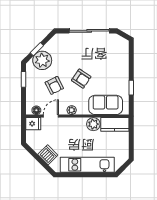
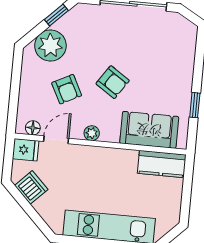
window: (37, 49) -> (56, 15), moved
window: (24, 79) -> (16, 74), removed
plant: (93, 124) -> (126, 160), removed
dishwasher: (48, 155) -> (31, 187), moved

